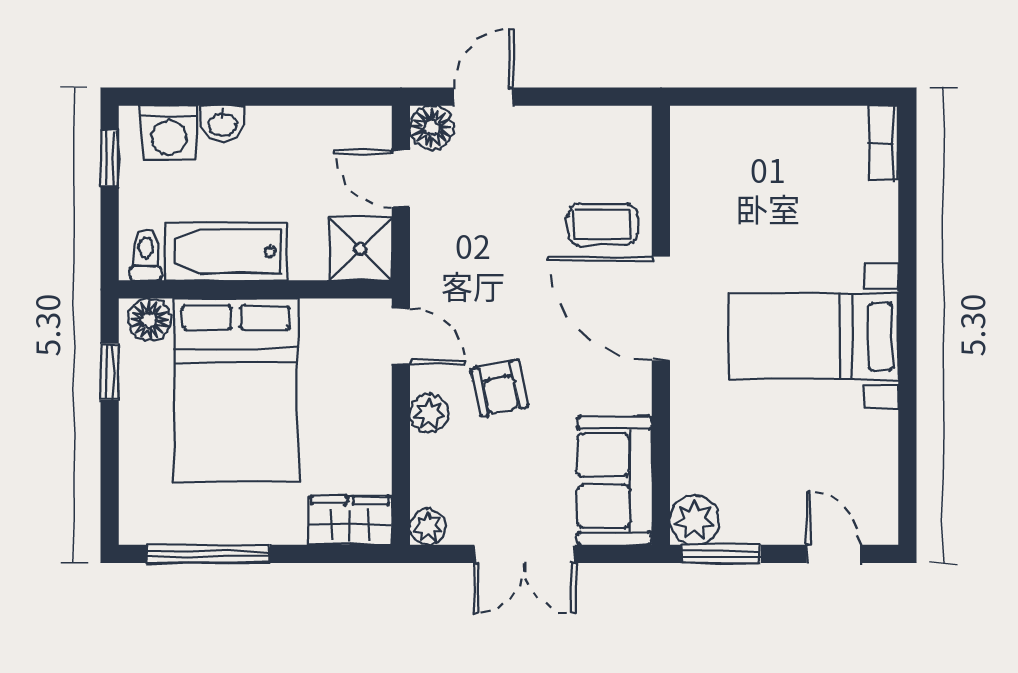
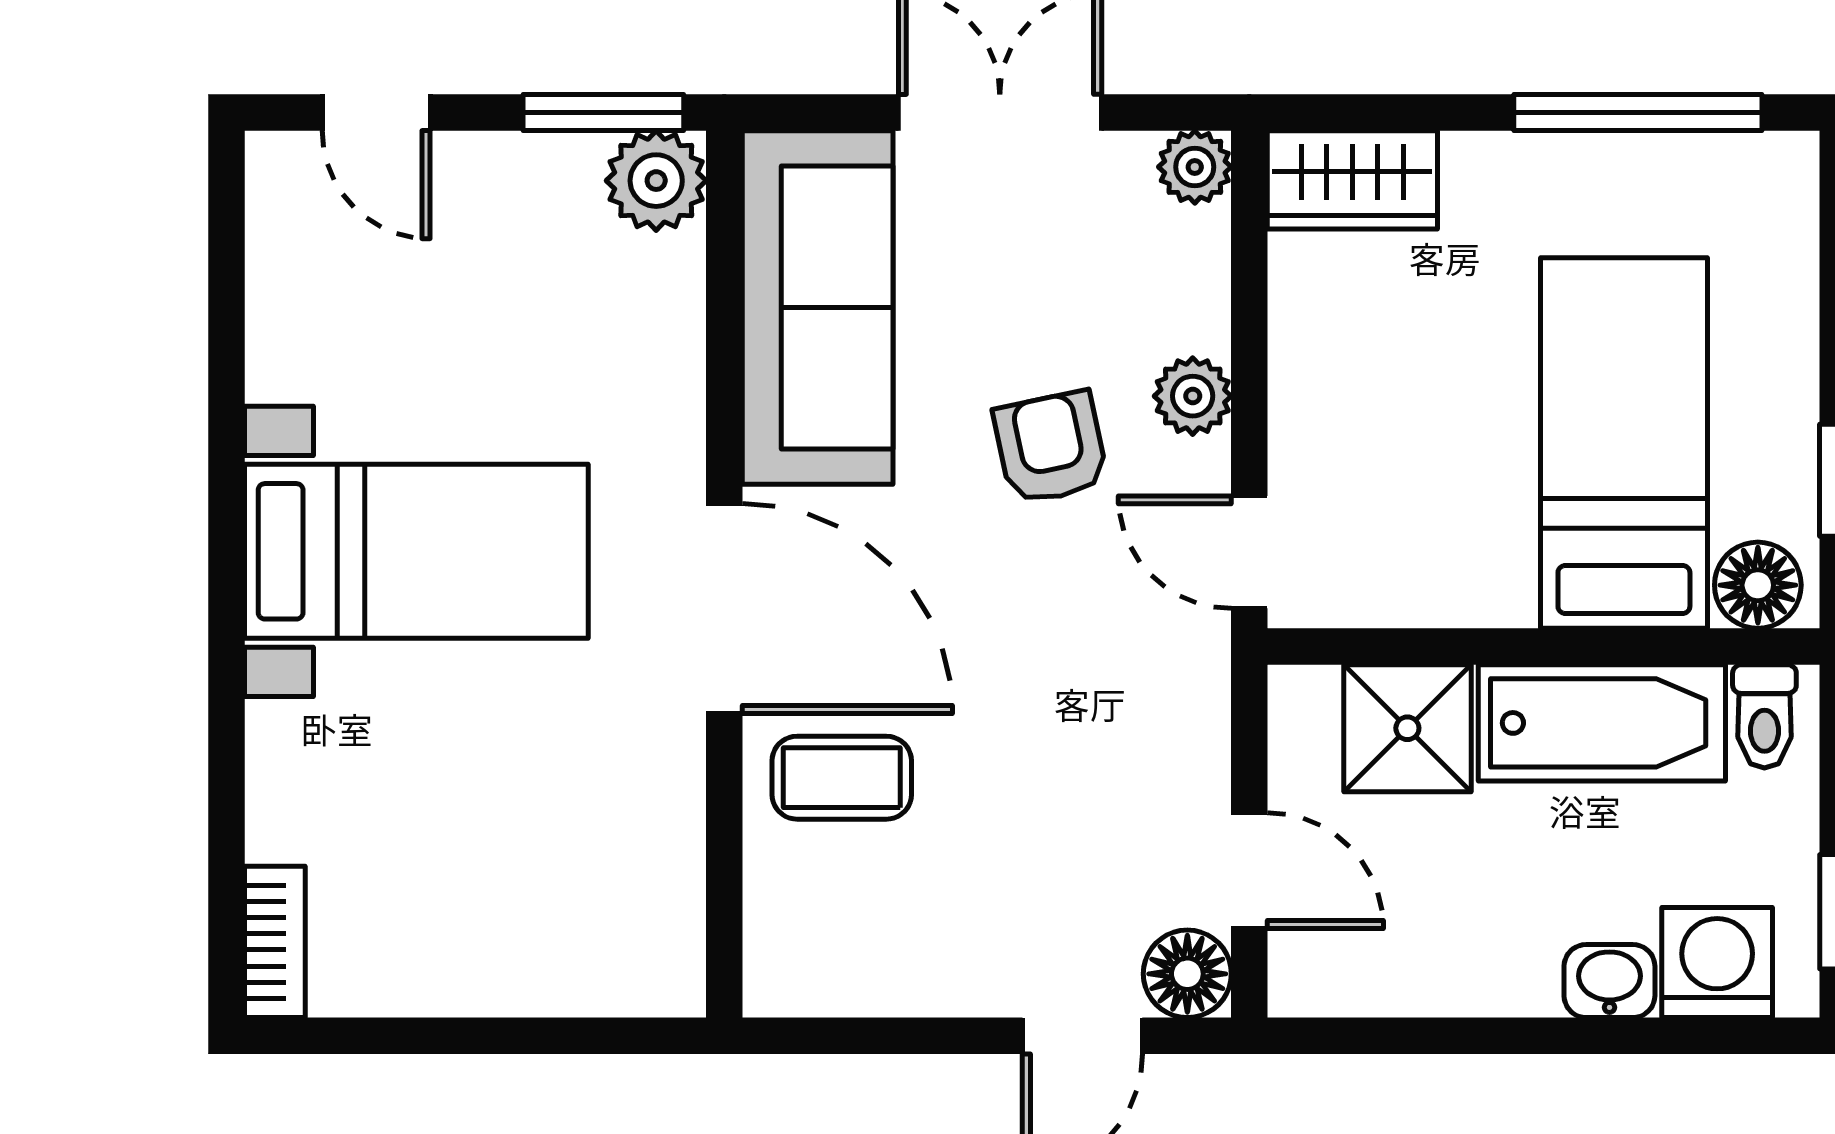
shower: (360, 249) -> (1407, 728), moved
bed: (236, 390) -> (1624, 443), width x0.67
sofa: (615, 481) -> (818, 307), width x1.36

